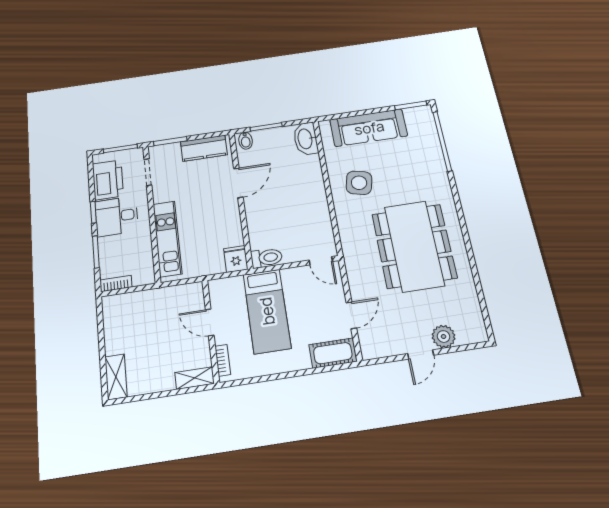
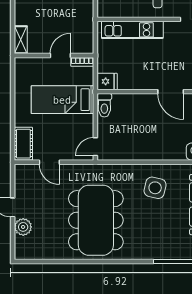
dining table: (414, 246) -> (96, 220), turned 90
bookcase: (223, 360) -> (82, 62), moved

